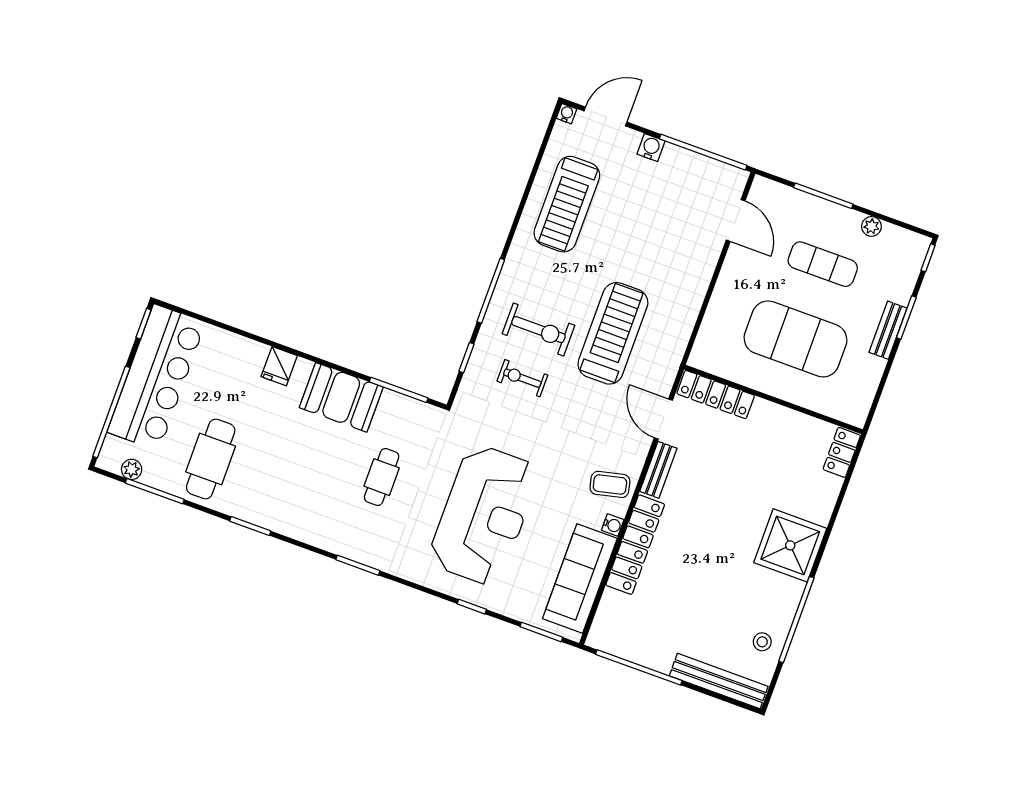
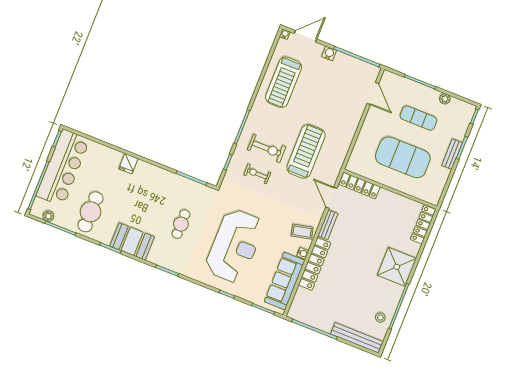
booth: (341, 397) -> (132, 241), moved
locker: (842, 452) -> (423, 224), width x1.53

